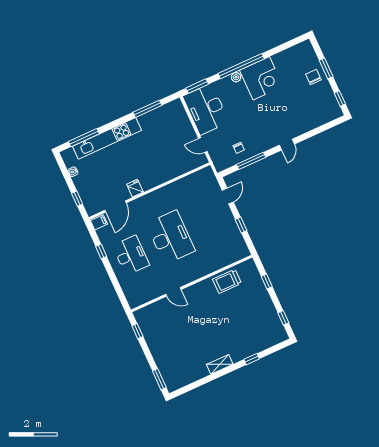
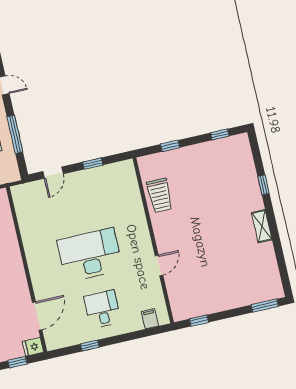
fridge: (135, 188) -> (33, 347), moved
door: (228, 196) -> (53, 173), swing flipped
door: (116, 207) -> (37, 316), hinge flipped
filing cabinet: (99, 222) -> (150, 319), moved
desk: (131, 255) -> (102, 309), width x0.73

